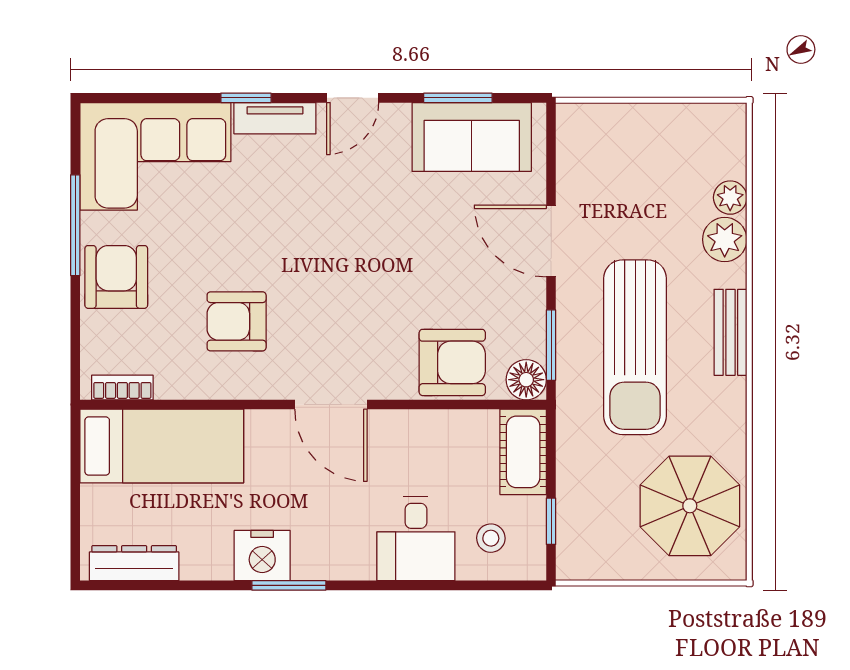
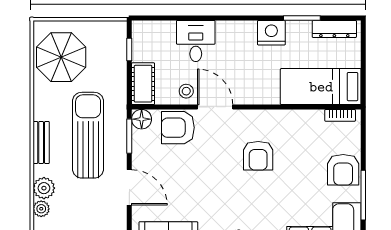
armchair: (237, 321) -> (258, 156), moved, turned 90
door: (331, 404) -> (215, 107), moved
stool: (491, 538) -> (186, 91), moved
window: (289, 585) -> (302, 18), moved

